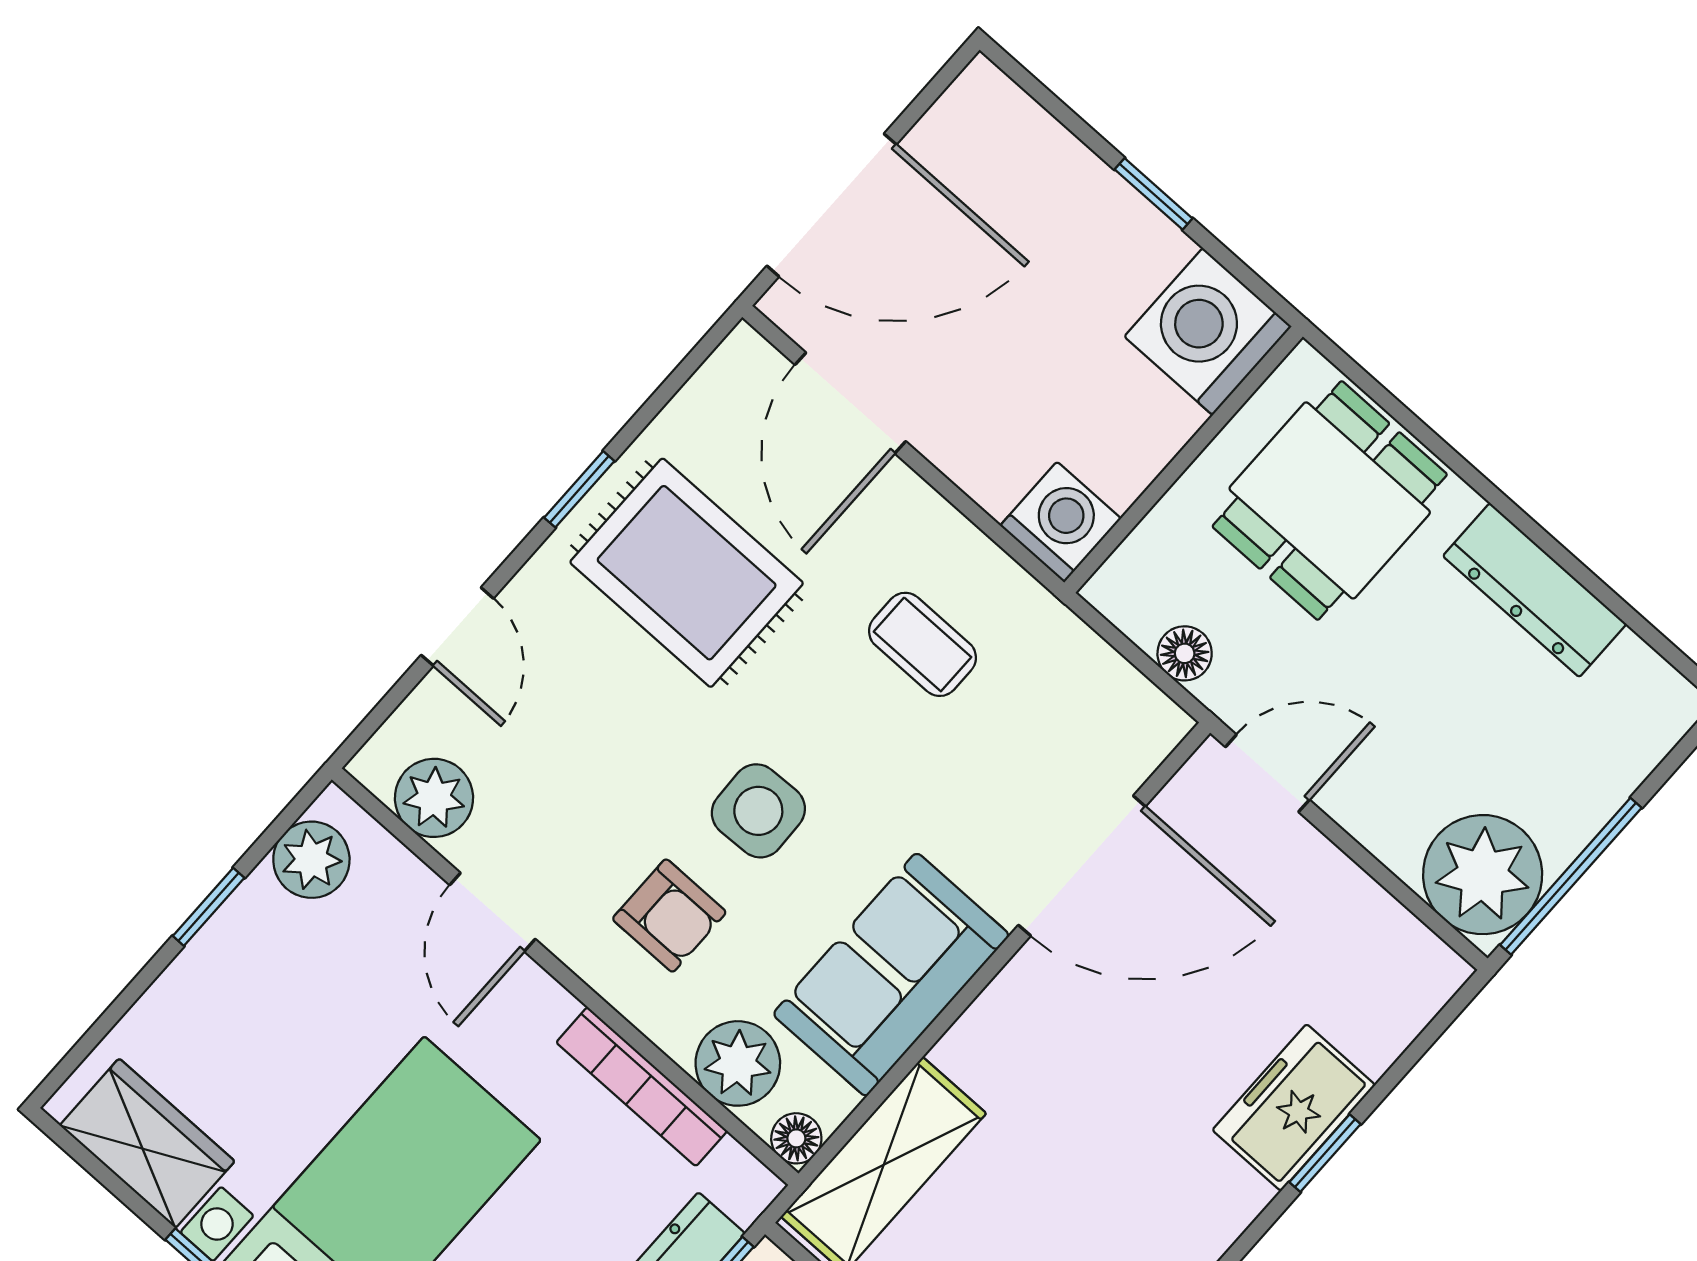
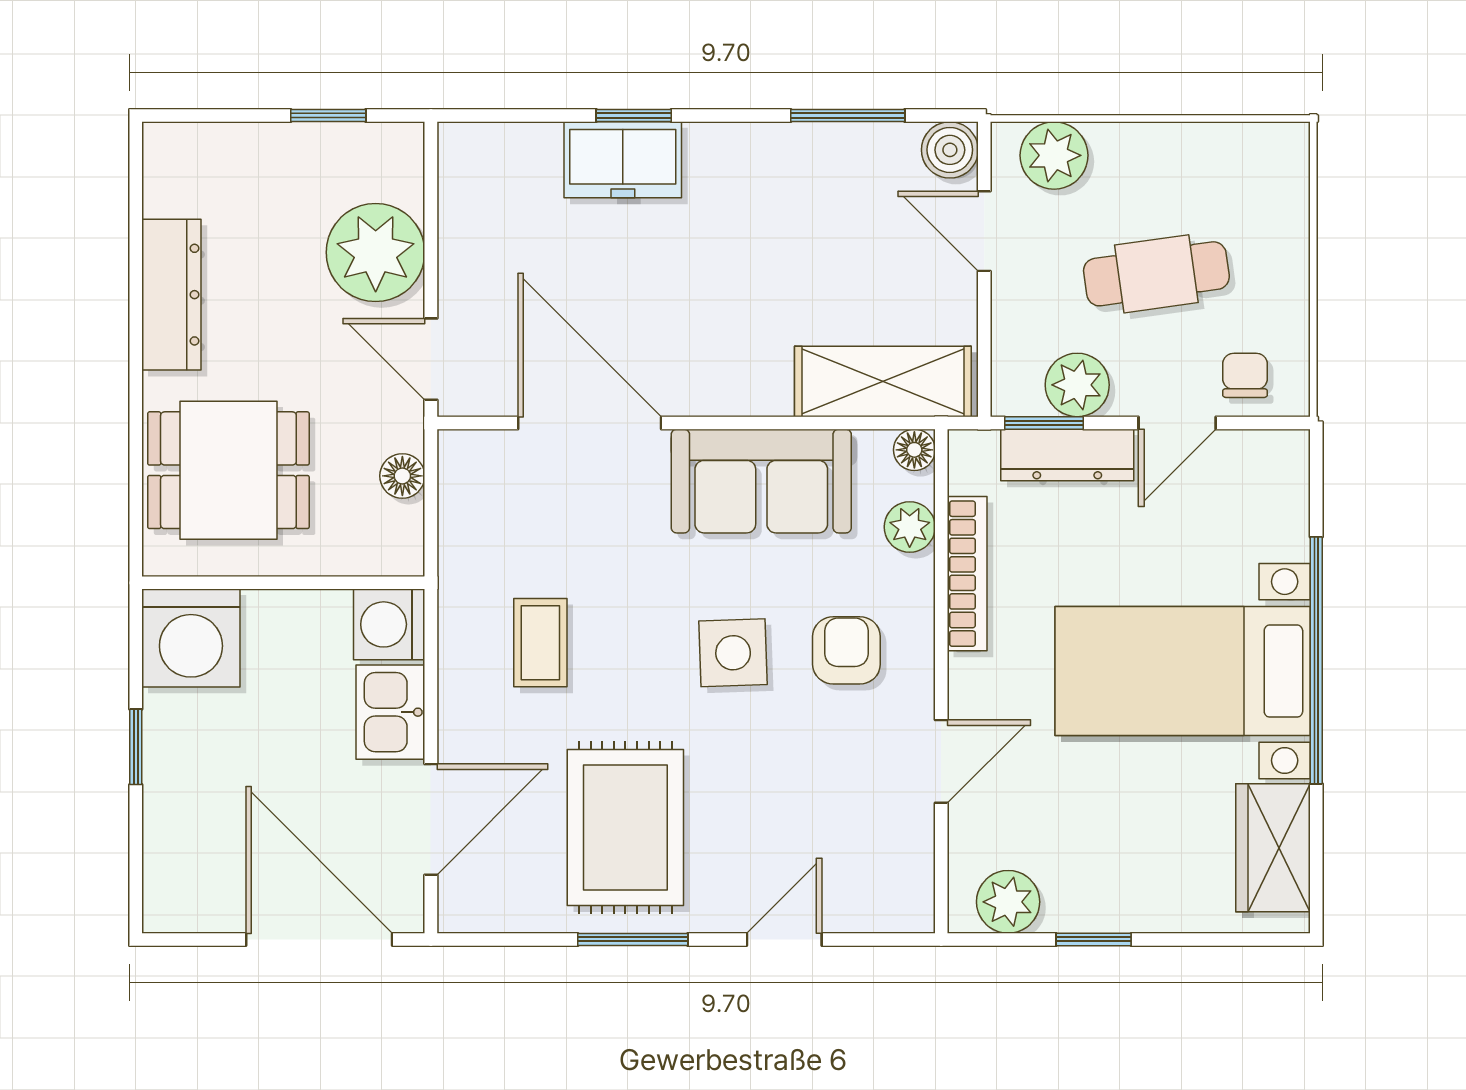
kitchen sink: (980, 453) -> (390, 712), added
window: (579, 489) -> (633, 939), width x1.50
plant: (434, 798) -> (903, 860), removed
plant: (1483, 875) -> (376, 252), moved
window: (1571, 876) -> (328, 115), width x0.46
plant: (738, 1063) -> (910, 527), width x0.73, depth x0.73

